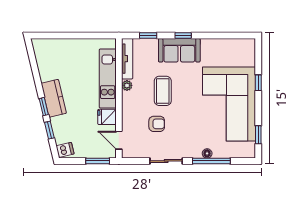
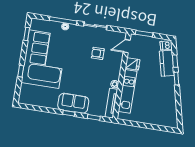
coffee table: (163, 91) -> (90, 76), removed
kitchen counter: (54, 98) -> (167, 63), moved
door: (119, 140) -> (127, 46), swing flipped

